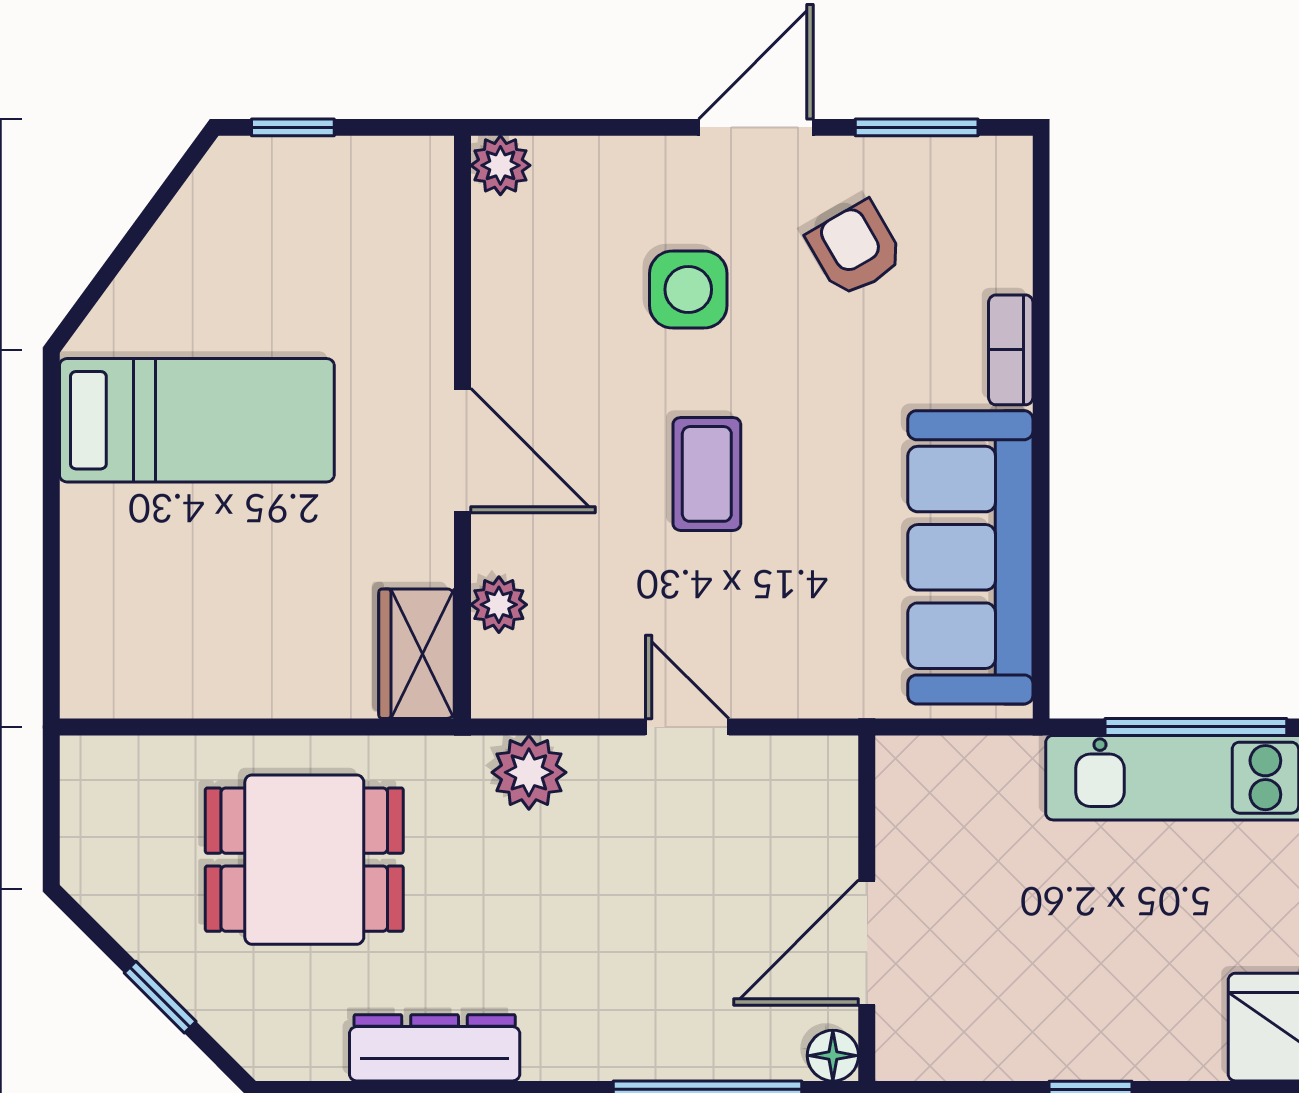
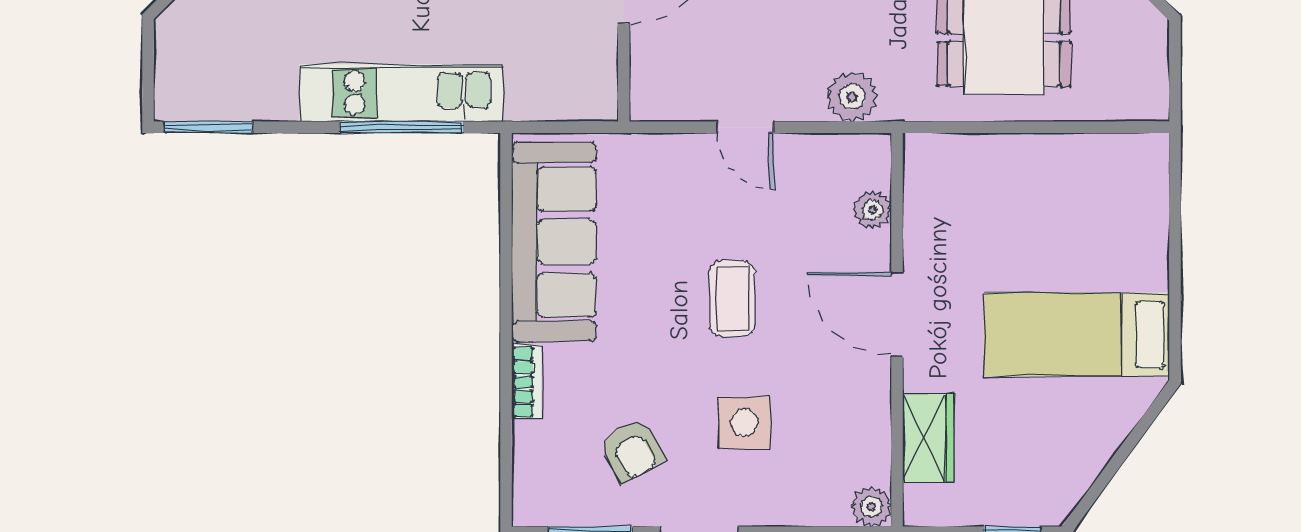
wardrobe: (416, 654) -> (928, 438), moved

